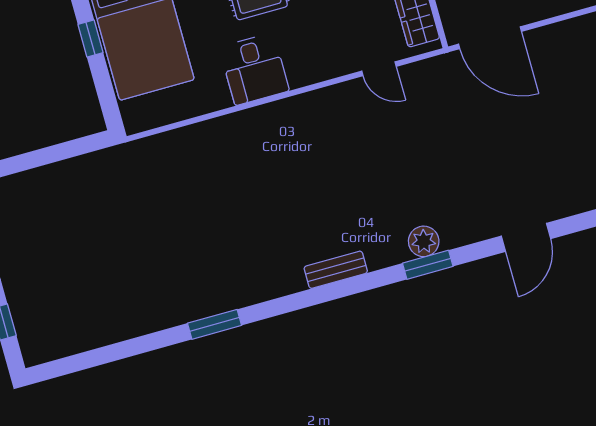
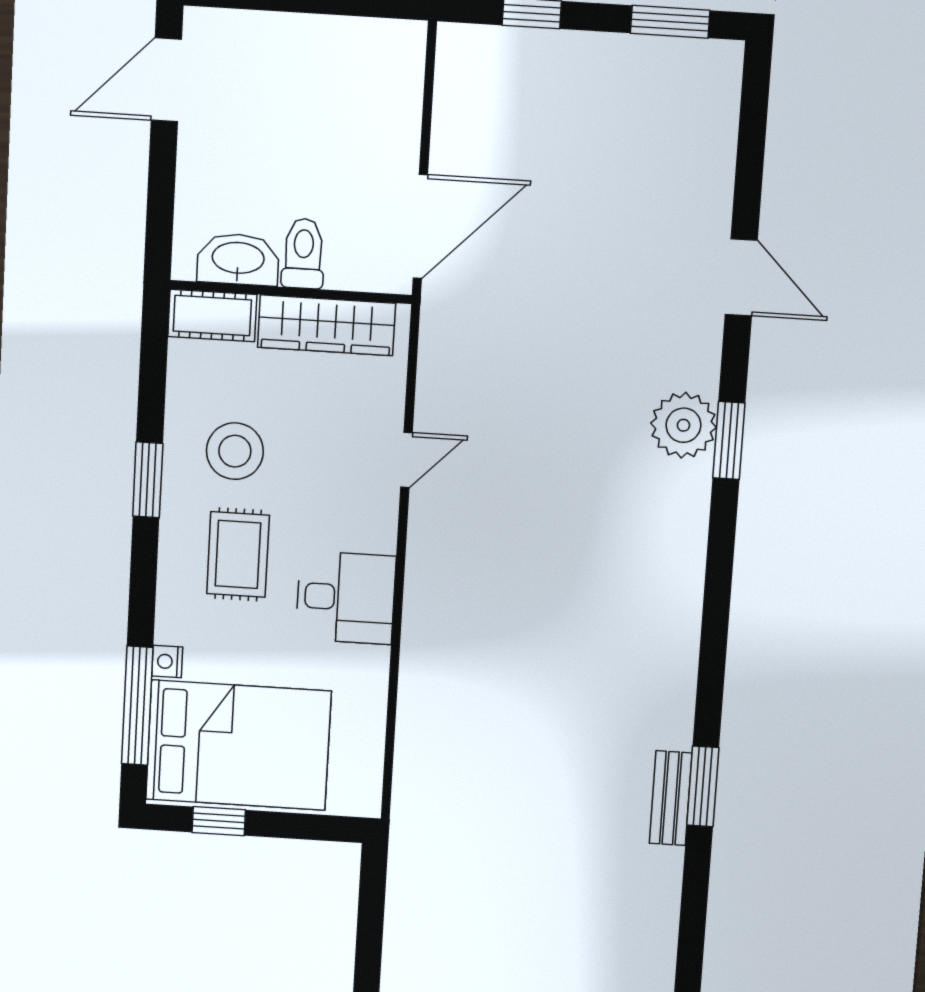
door: (379, 69) -> (406, 460), moved
plant: (424, 241) -> (683, 425), width x1.36, depth x1.36
bench: (336, 270) -> (671, 798), moved

